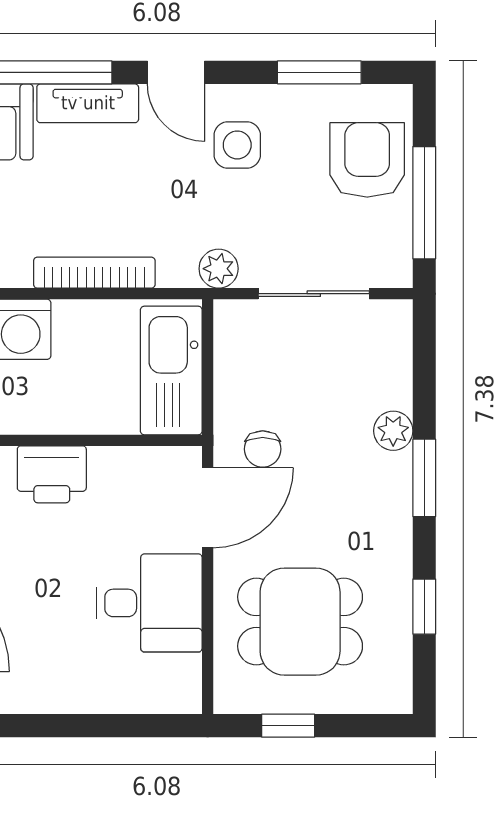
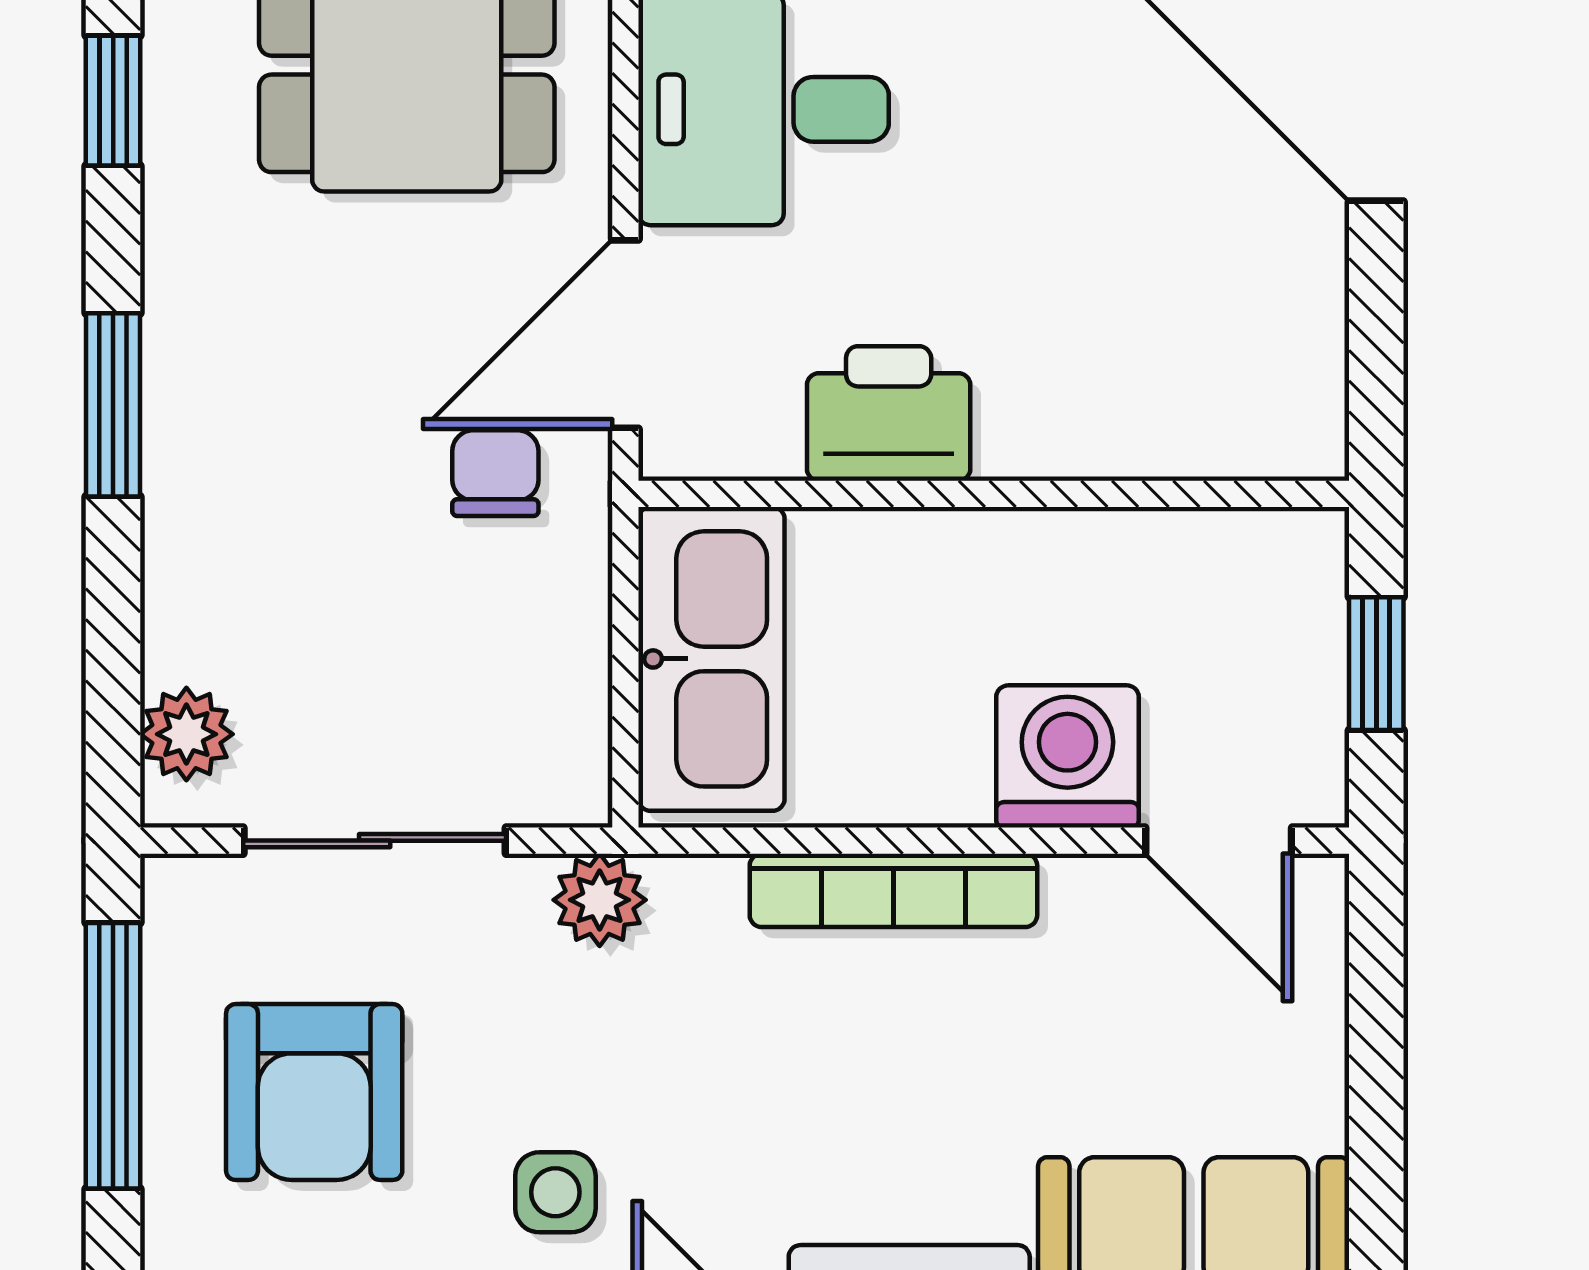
side table: (237, 145) -> (555, 1192), width x0.73, depth x0.73
armchair: (367, 160) -> (314, 1092), moved
plant: (393, 431) -> (186, 734), moved
printer: (52, 474) -> (889, 413), moved

